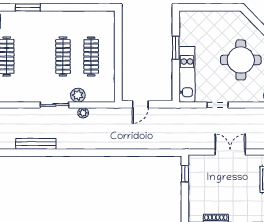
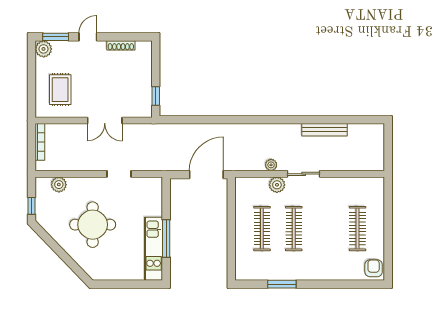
window: (28, 7) -> (282, 284), moved
window: (176, 48) -> (166, 238), width x1.44
kitchen unit: (187, 74) -> (154, 249), moved
door: (140, 104) -> (206, 175), width x1.87

